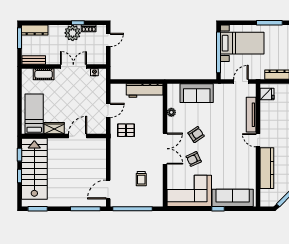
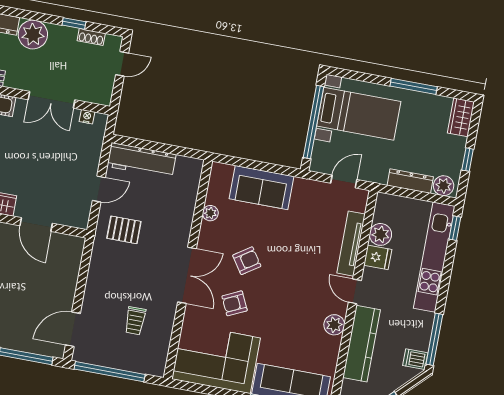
plant: (73, 33) -> (33, 34), moved
double door: (73, 67) -> (51, 100), swing flipped
workbench: (145, 91) -> (142, 160), moved
fridge: (267, 94) -> (378, 257), moved
plant: (266, 107) -> (380, 234), added
door: (78, 136) -> (36, 225), swing flipped
plant: (250, 161) -> (334, 325), added

